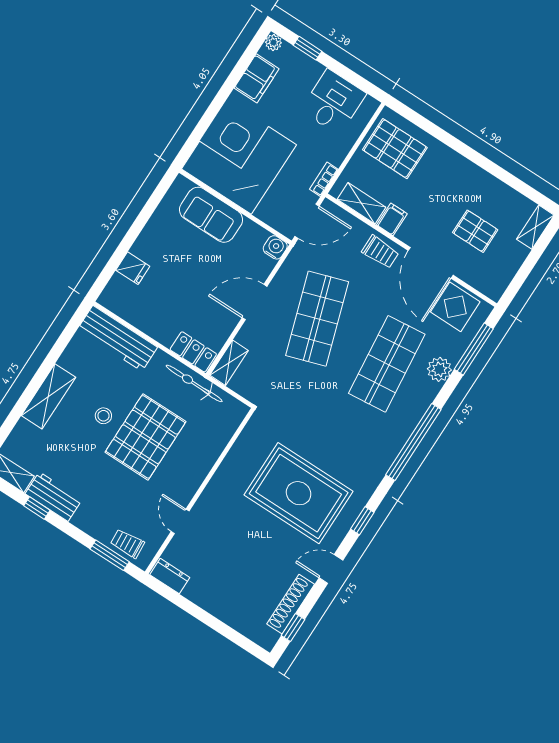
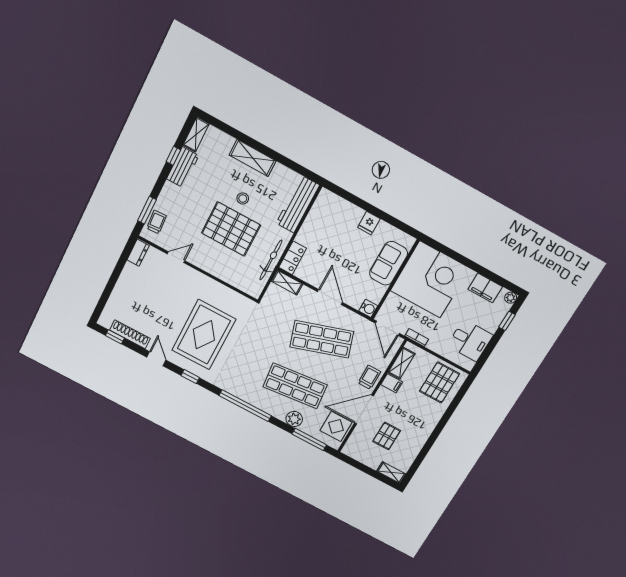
trolley: (380, 252) -> (369, 377), turned 180
fridge: (133, 268) -> (369, 223), moved

